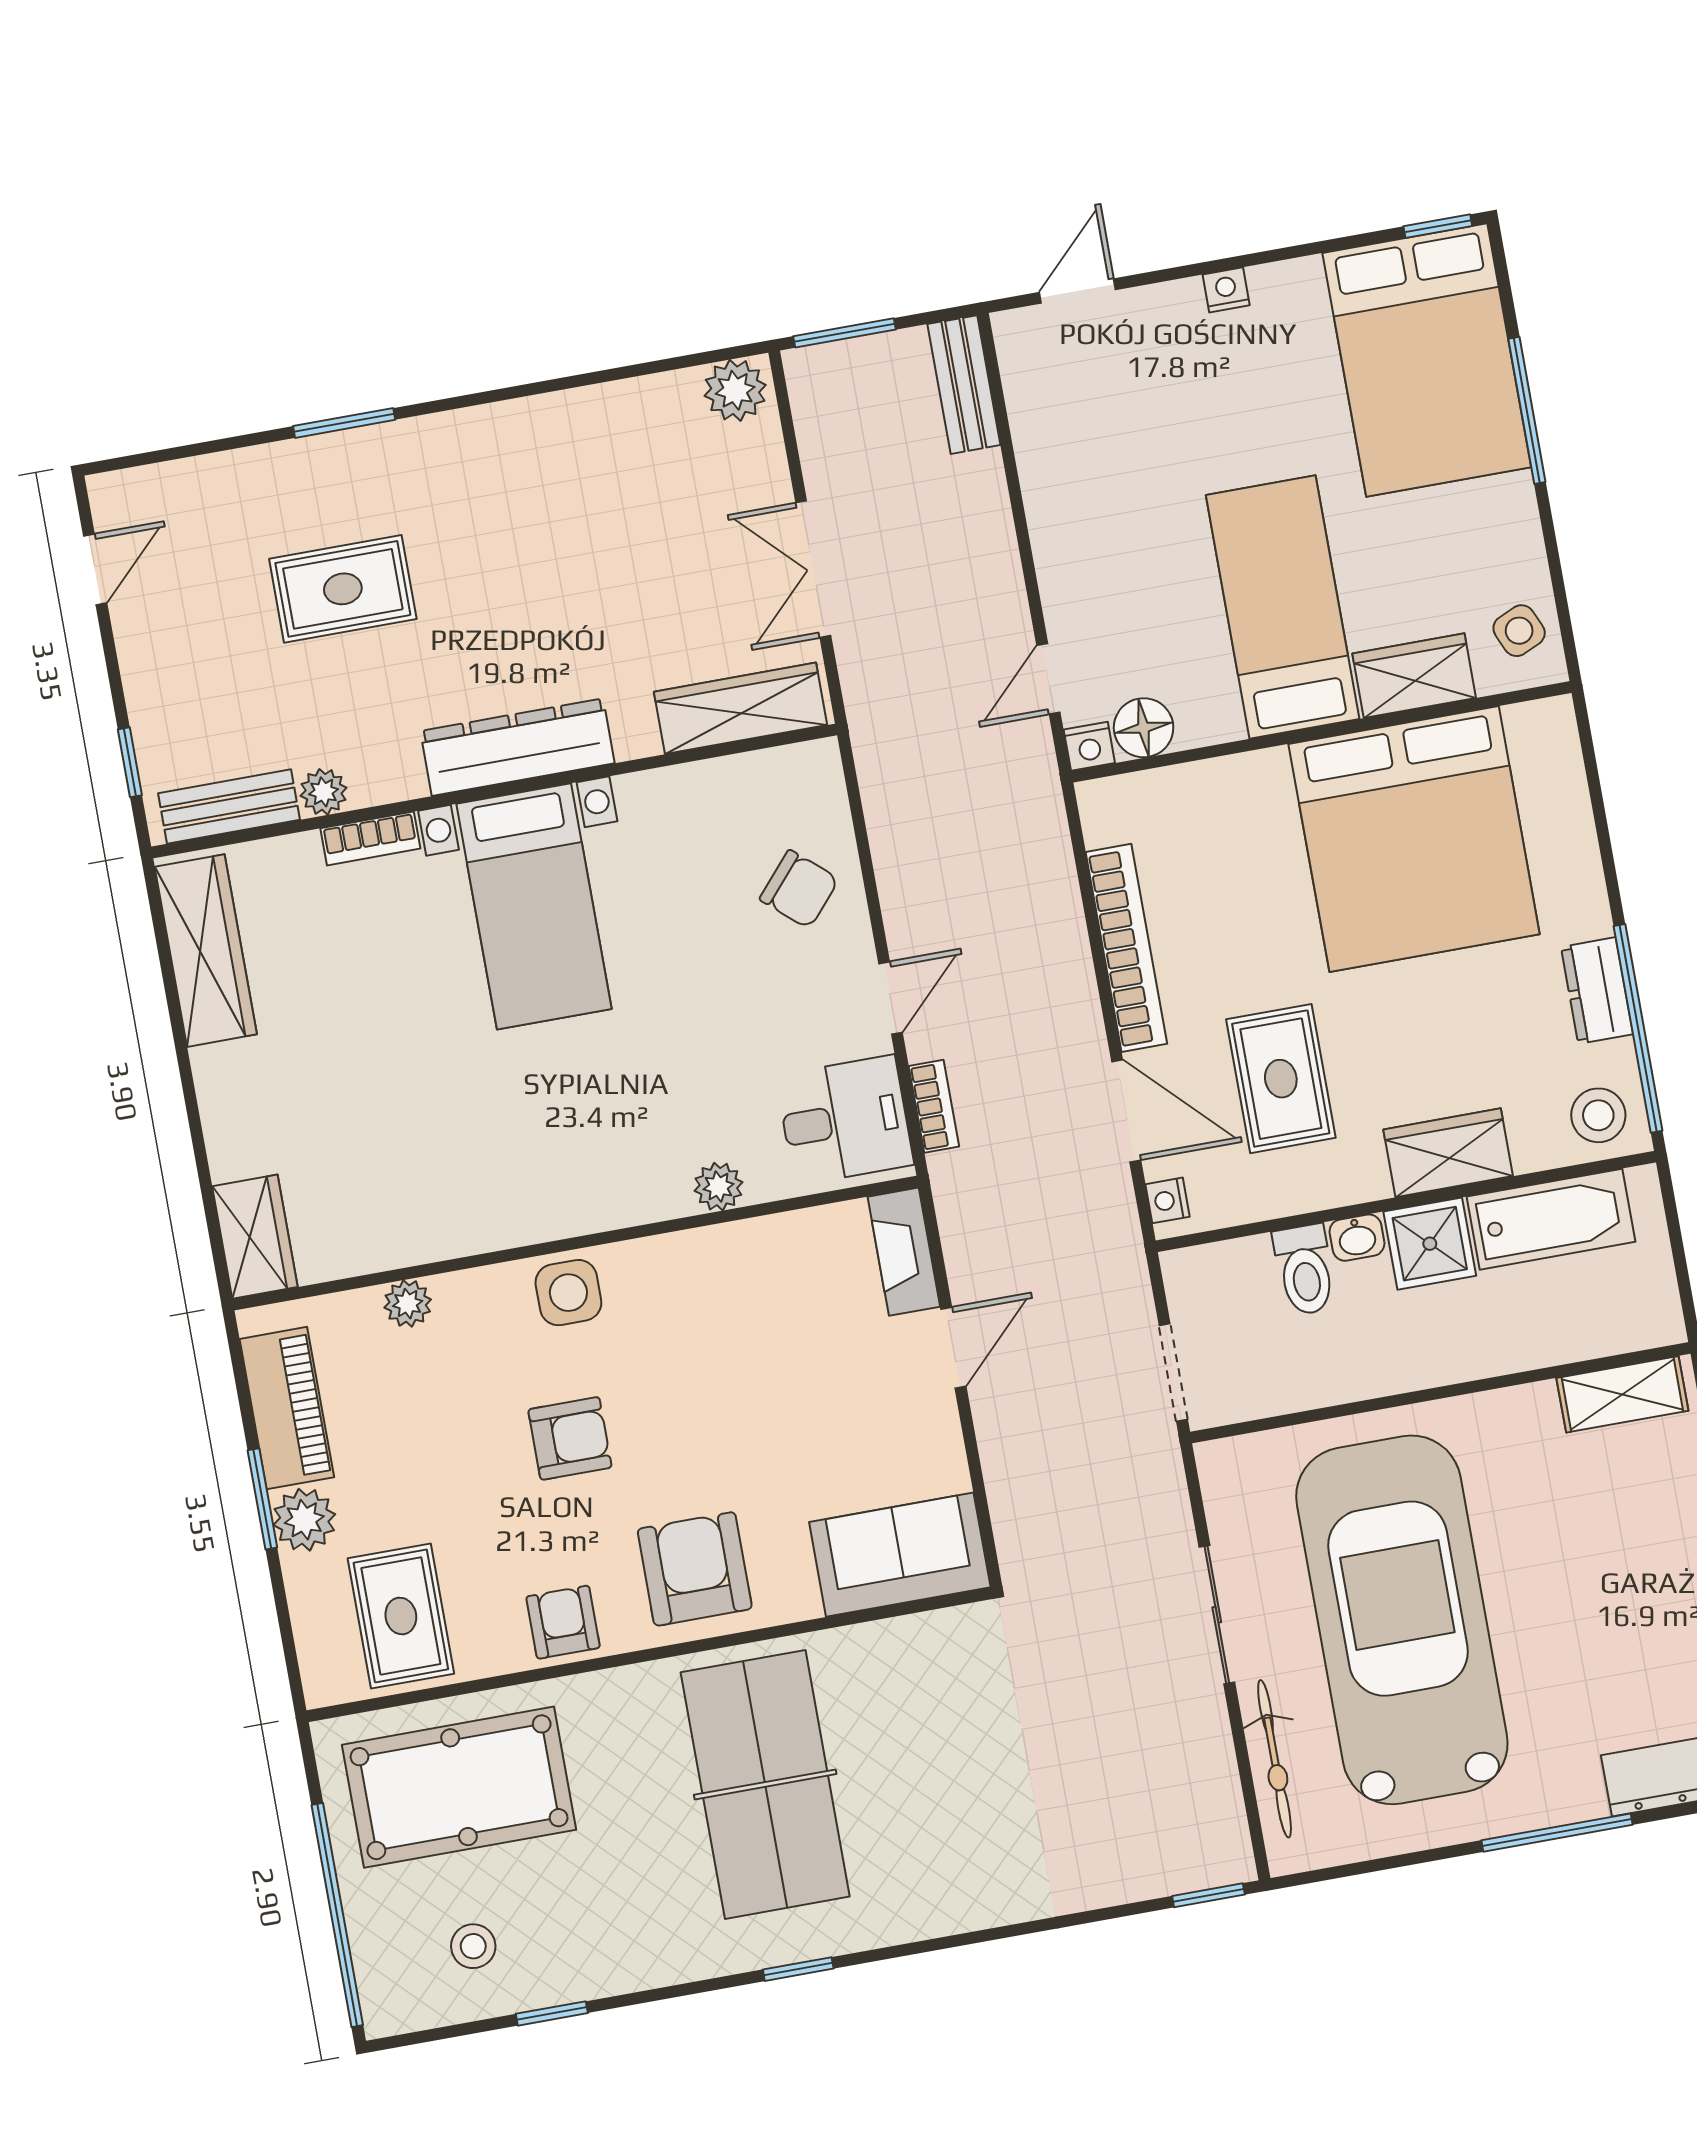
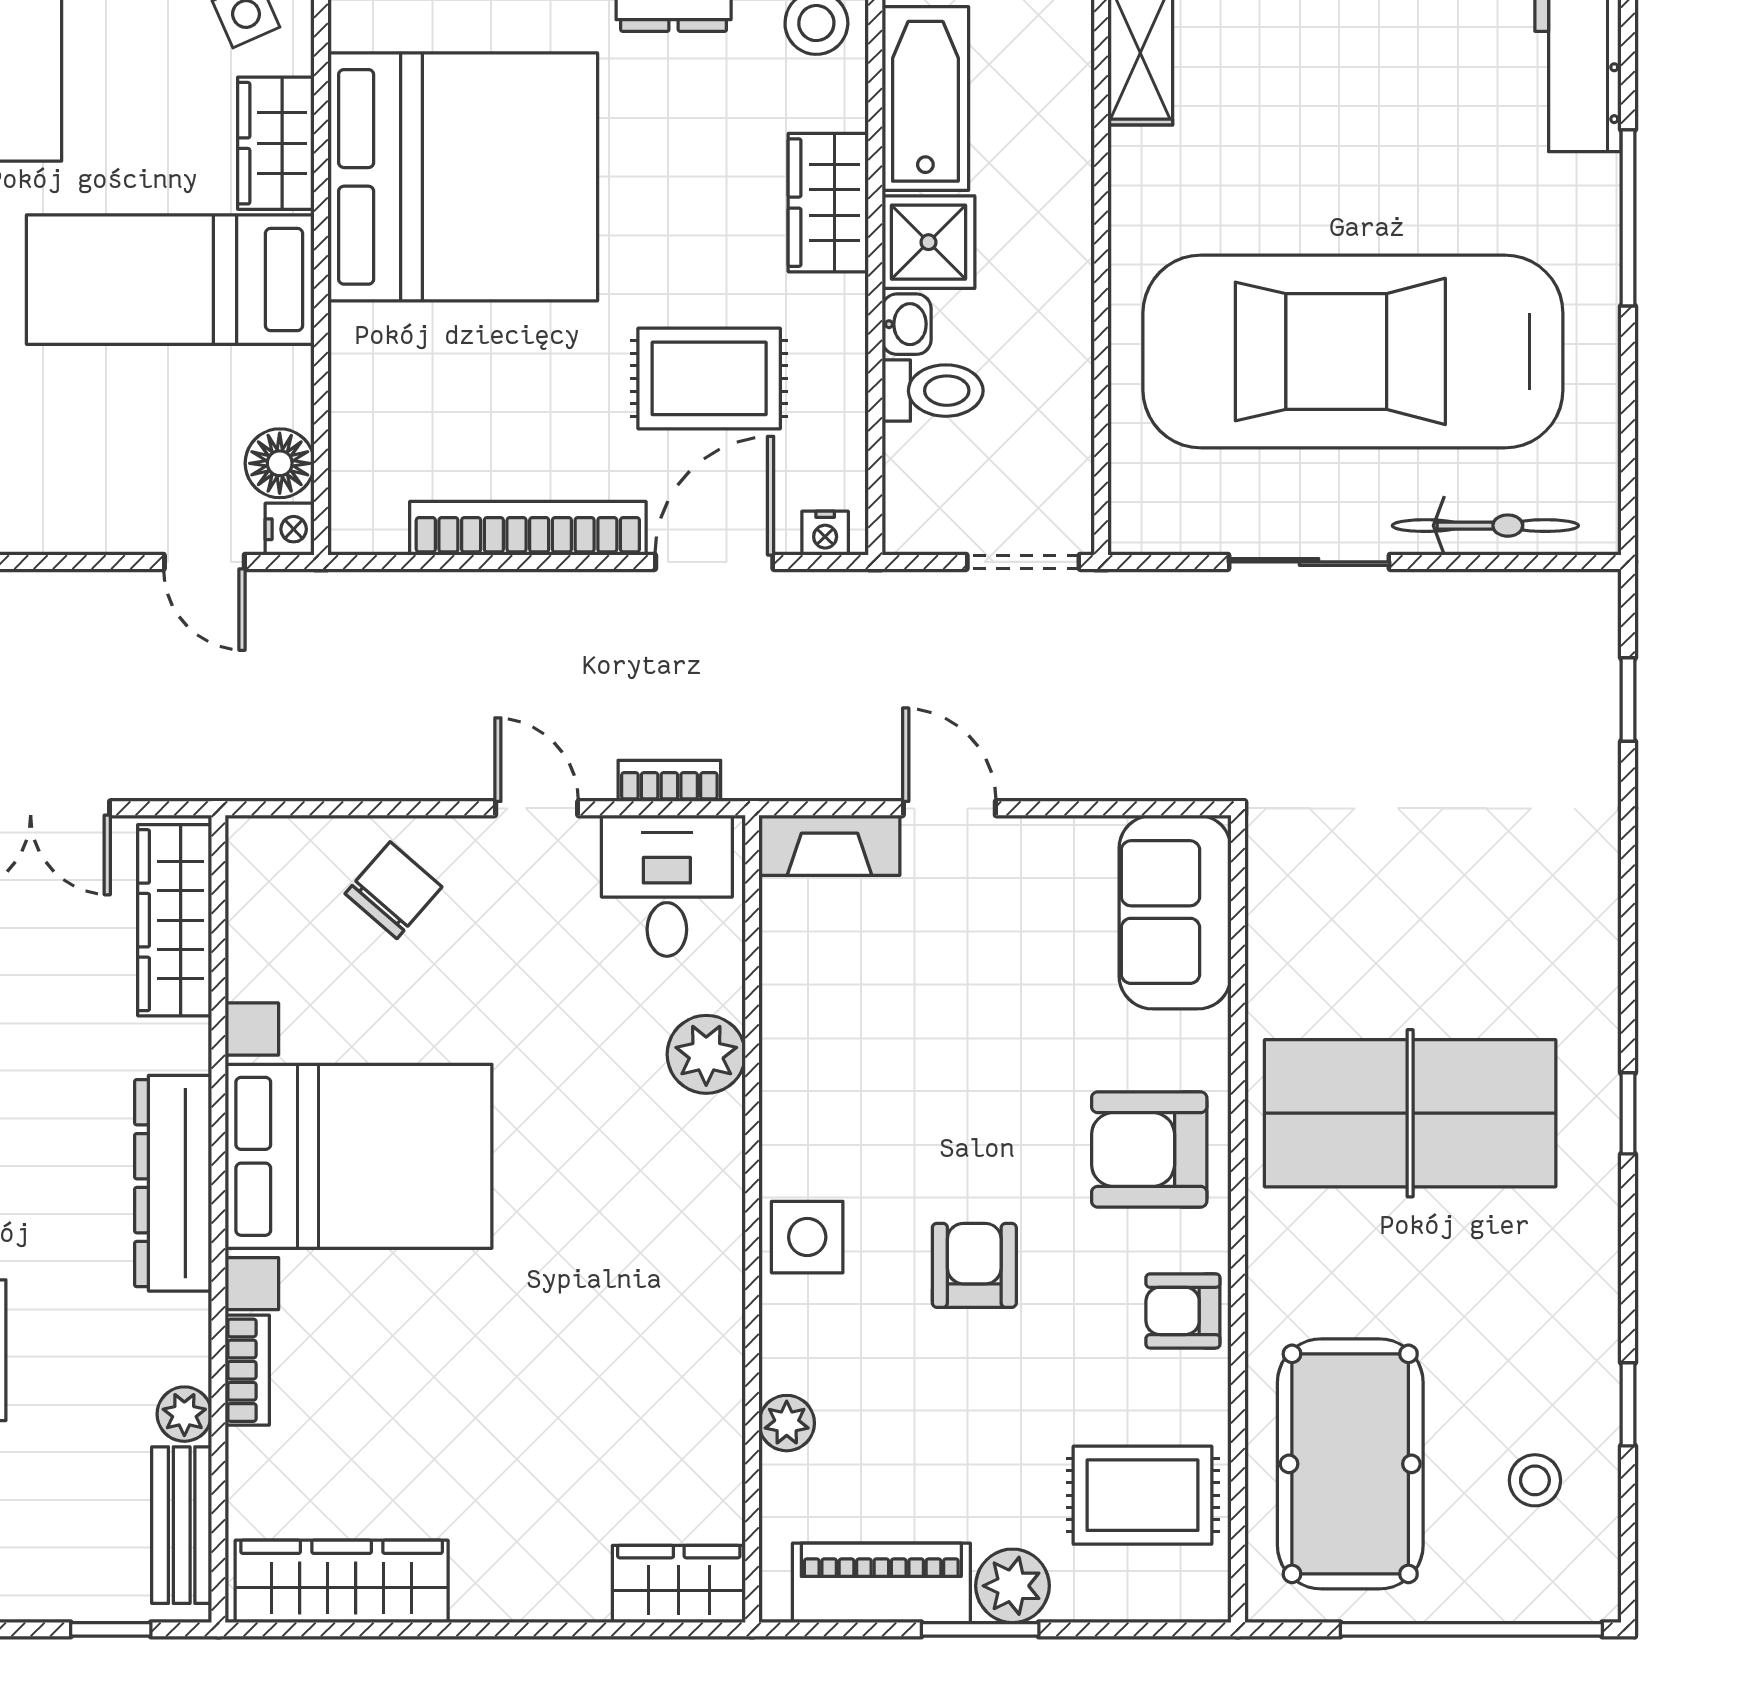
bed with nightstands: (534, 906) -> (359, 1156), width x1.36
plant: (718, 1187) -> (706, 1054), width x1.38, depth x1.38
window: (1208, 1895) -> (1628, 700), moved

